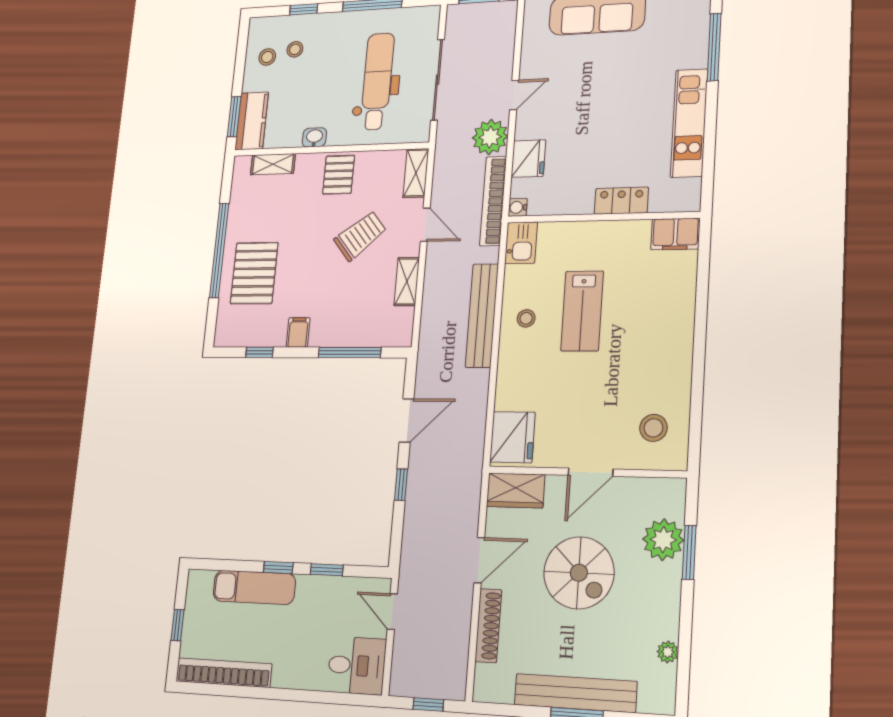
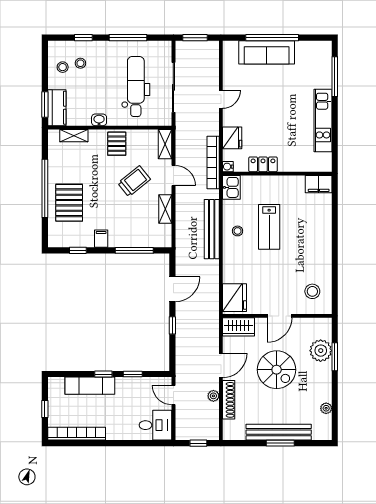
plant: (490, 137) -> (213, 396), moved, width x0.53, depth x0.53
locker: (621, 201) -> (263, 164), moved

